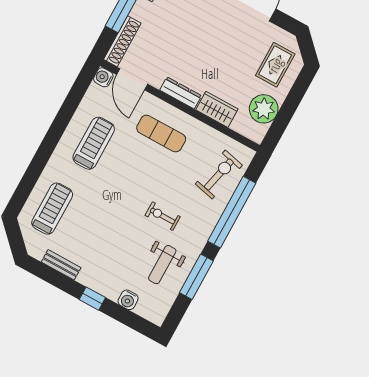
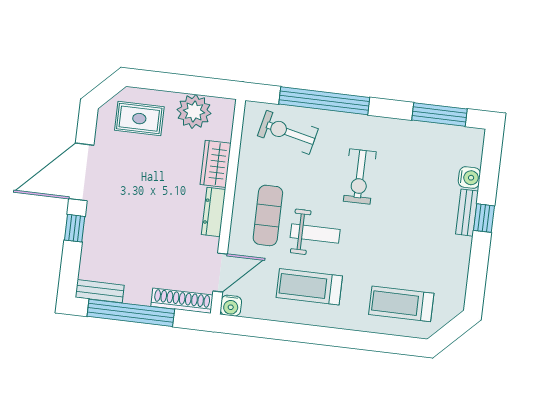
exercise bike: (163, 216) -> (360, 177), width x1.38, depth x1.39
bench: (61, 265) -> (467, 213), moved
weight bench: (162, 265) -> (315, 233), moved
window: (196, 277) -> (440, 115), moved

